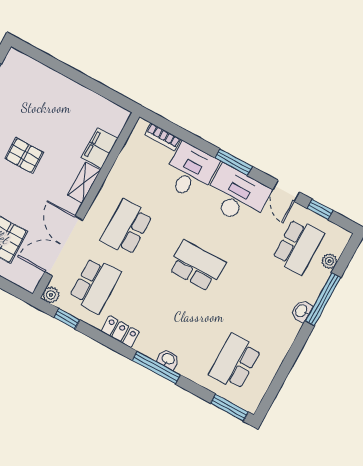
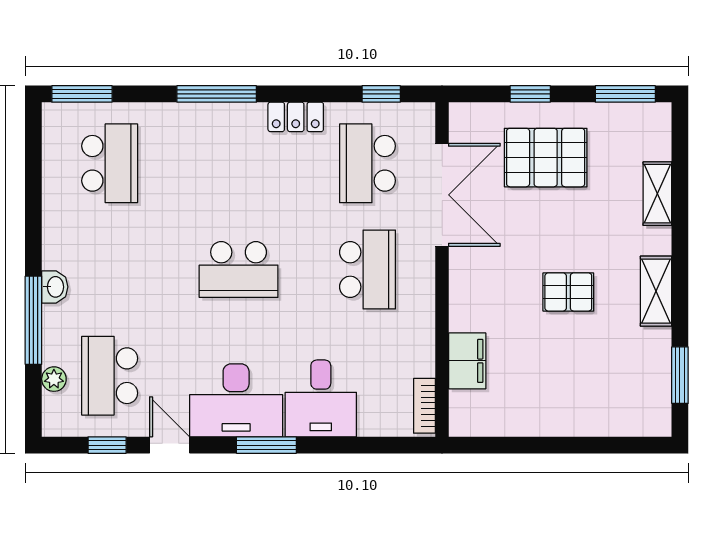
bookcase: (163, 137) -> (425, 406), moved, turned -90
shelving: (84, 183) -> (462, 300), removed
plant: (51, 295) -> (422, 115), removed
washbasin: (168, 359) -> (206, 115), removed

